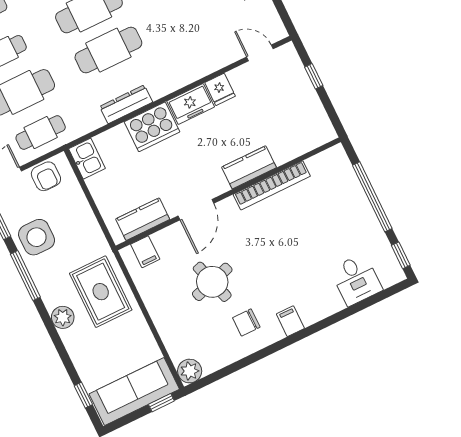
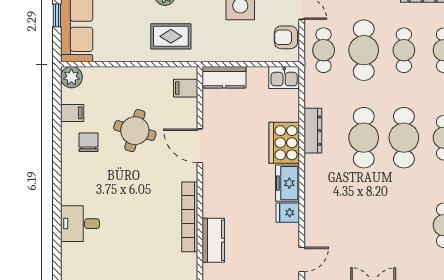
kitchen counter: (249, 167) -> (213, 240), moved
kitchen counter: (143, 219) -> (224, 77), moved, turned 90
desk: (356, 280) -> (80, 224), moved
round table: (212, 282) -> (135, 131), turned 33
rug: (101, 292) -> (171, 36), width x0.73, depth x0.70
filing cabinet: (290, 321) -> (72, 113), moved
window: (161, 403) -> (57, 15), moved

